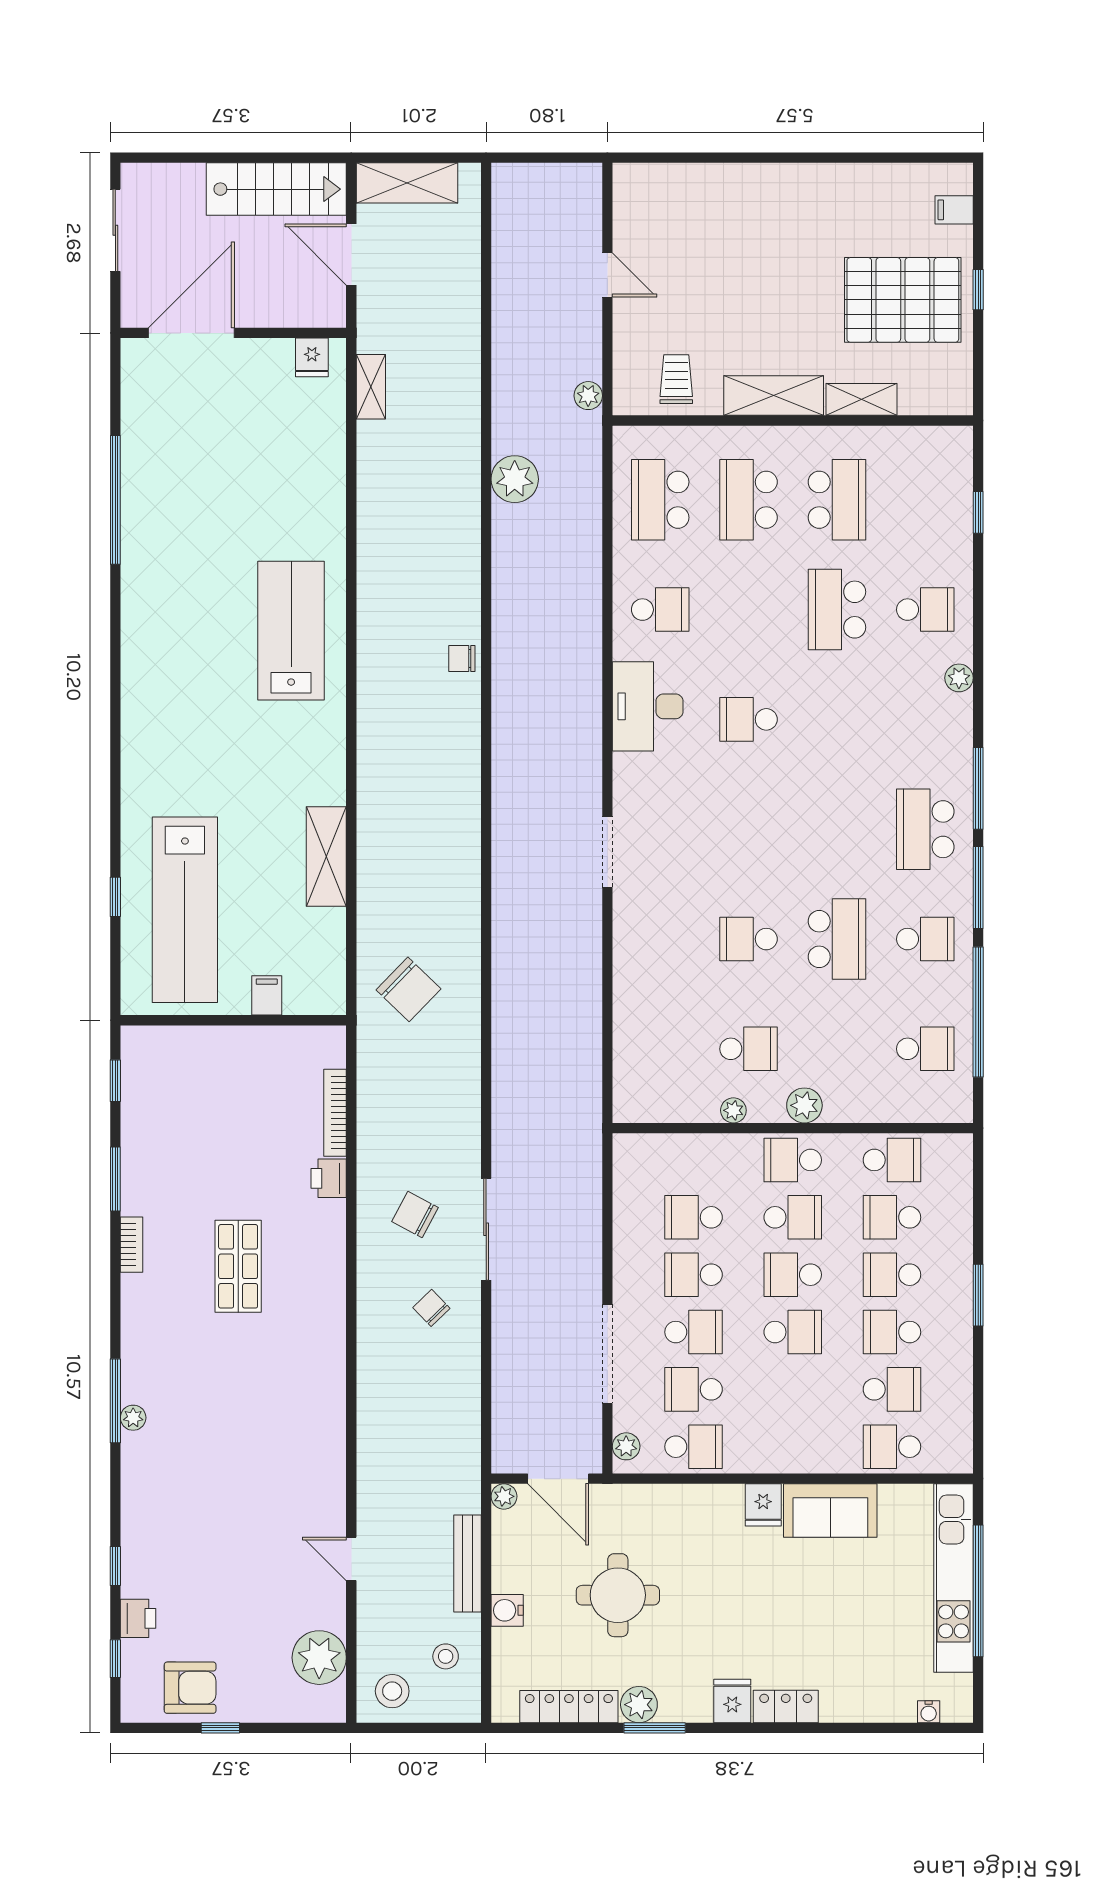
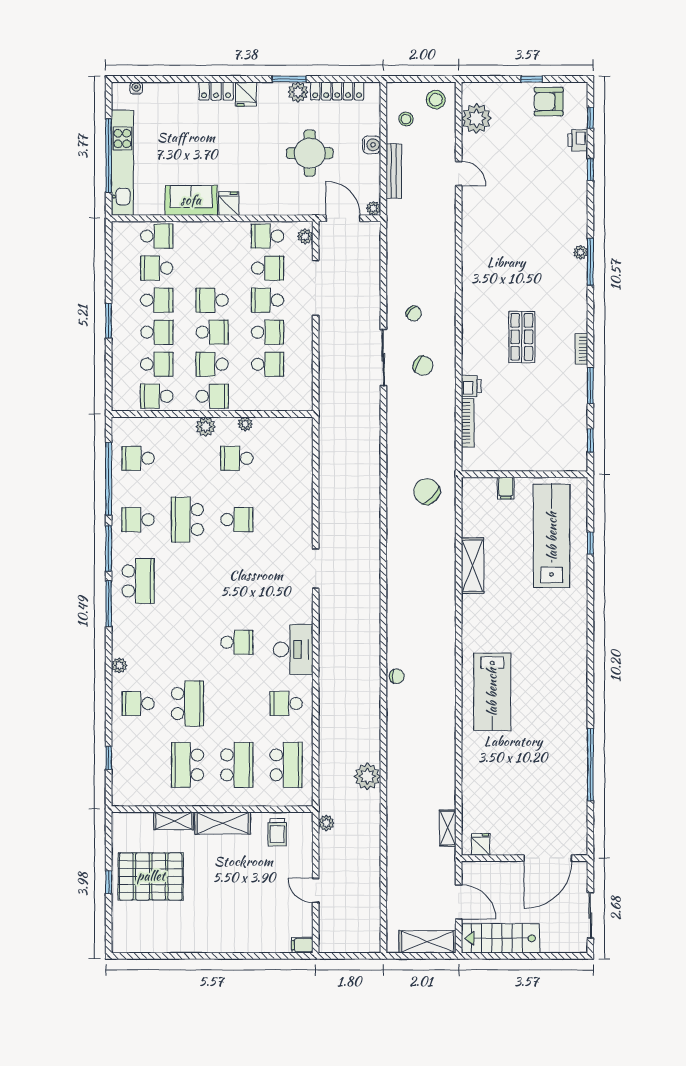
filing cabinet: (954, 210) -> (302, 945), moved, turned 180

